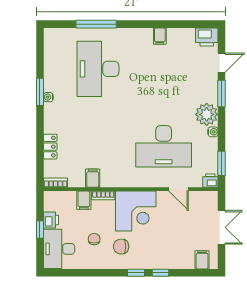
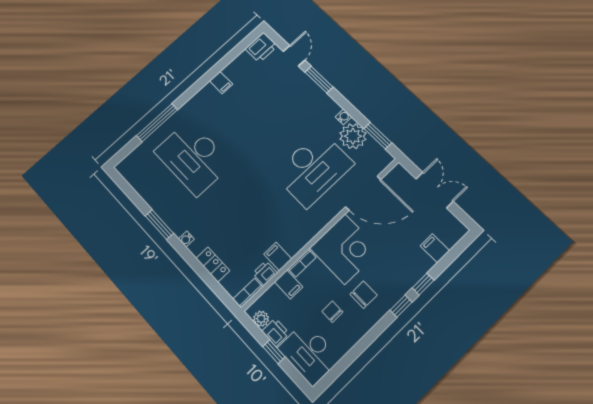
water cooler: (48, 97) -> (186, 239), moved
plant: (207, 114) -> (353, 136), moved
printer: (210, 181) -> (265, 273), moved
door: (178, 189) -> (363, 193), width x1.88
plant: (50, 204) -> (261, 319), added
chair: (121, 247) -> (364, 295), turned 180
filing cabinet: (202, 260) -> (435, 248), moved

